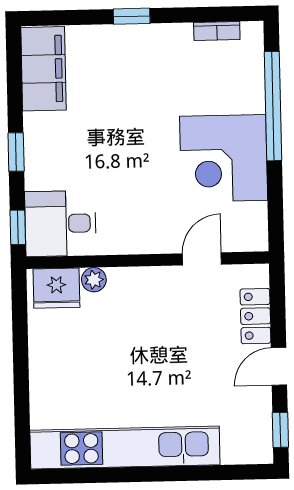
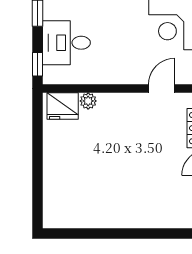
desk: (60, 223) -> (66, 43), moved
kitchen unit: (125, 448) -> (107, 215), removed

